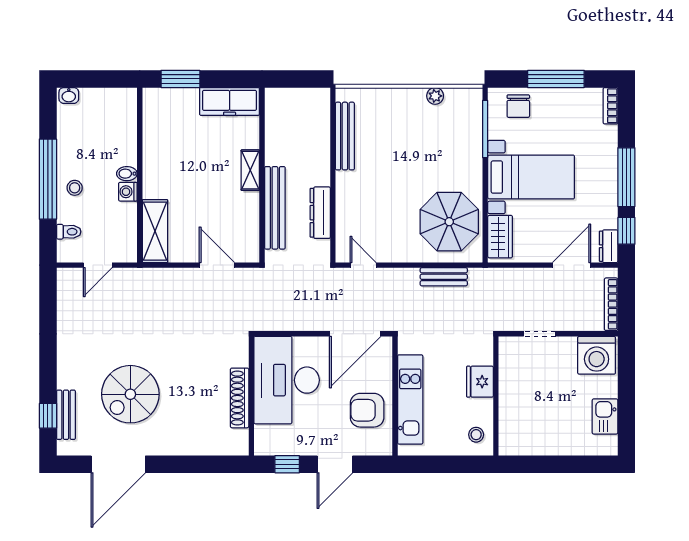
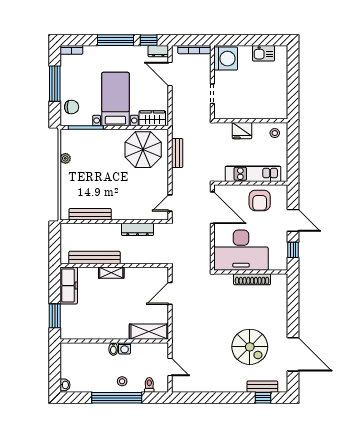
bench: (275, 208) -> (95, 257), moved

